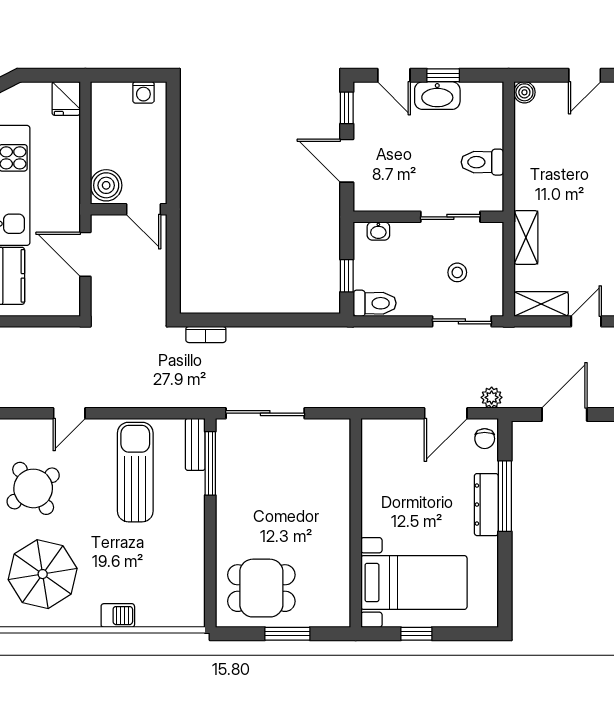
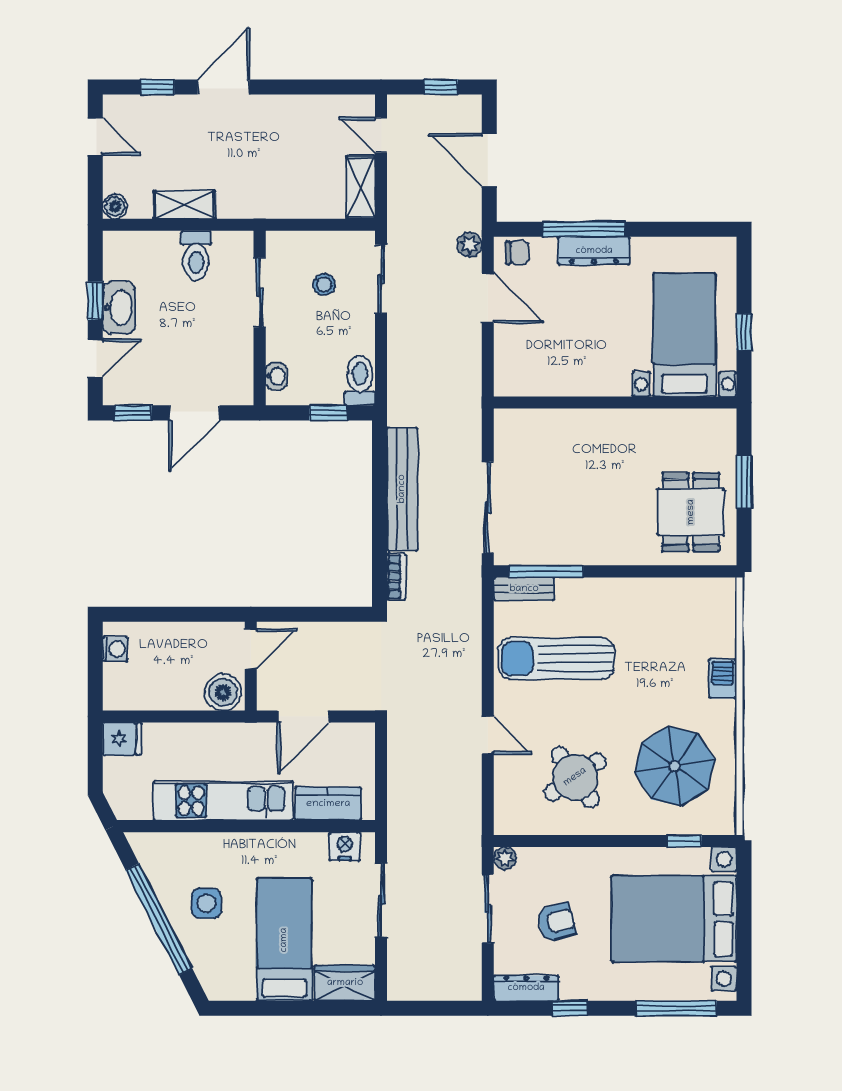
shelving: (526, 237) -> (184, 205), moved
bench: (281, 340) -> (402, 489), added

